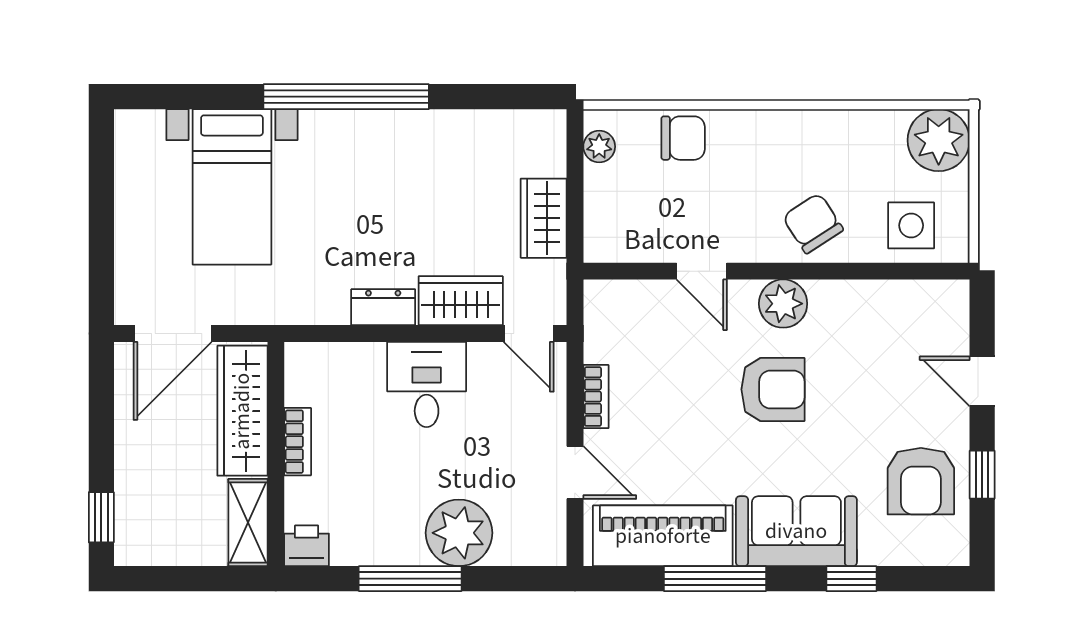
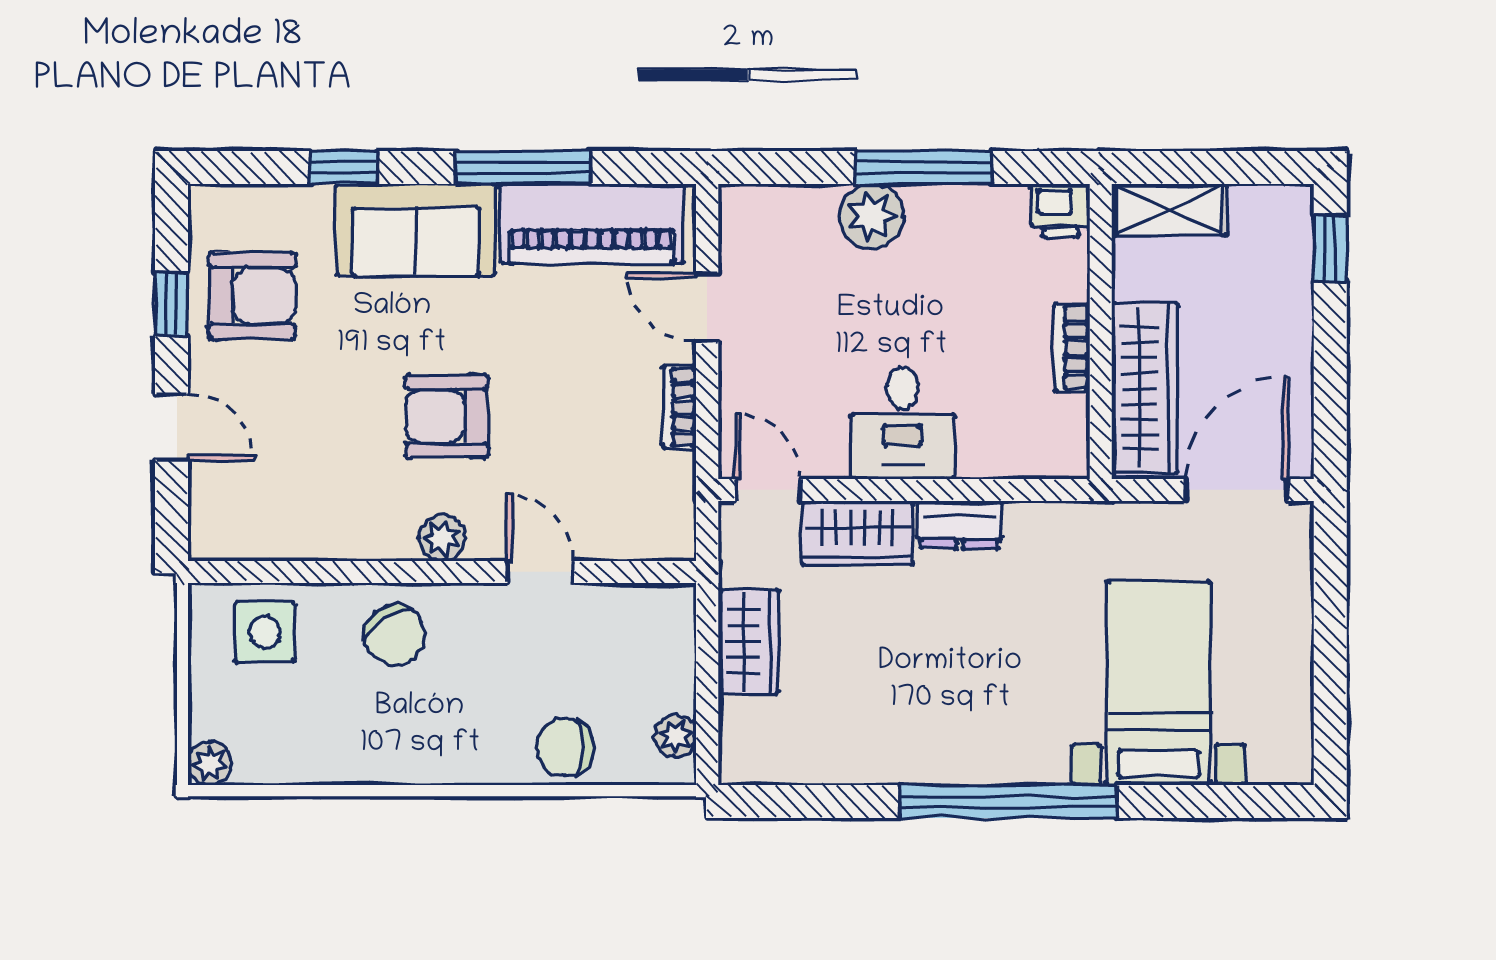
plant: (939, 140) -> (210, 763), width x0.53, depth x0.53
plant: (783, 304) -> (442, 538), width x0.73, depth x0.73
armchair: (921, 481) -> (252, 296), turned 90
shelving: (248, 523) -> (1169, 210), moved, turned 90
plant: (459, 533) -> (871, 216), width x0.73, depth x0.73

